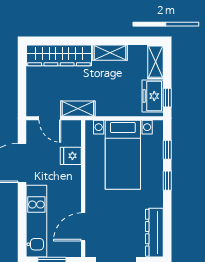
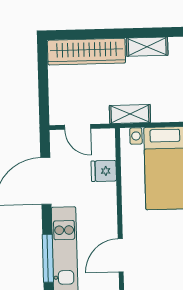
shelving: (78, 109) -> (130, 114), moved
window: (22, 228) -> (48, 258), added

